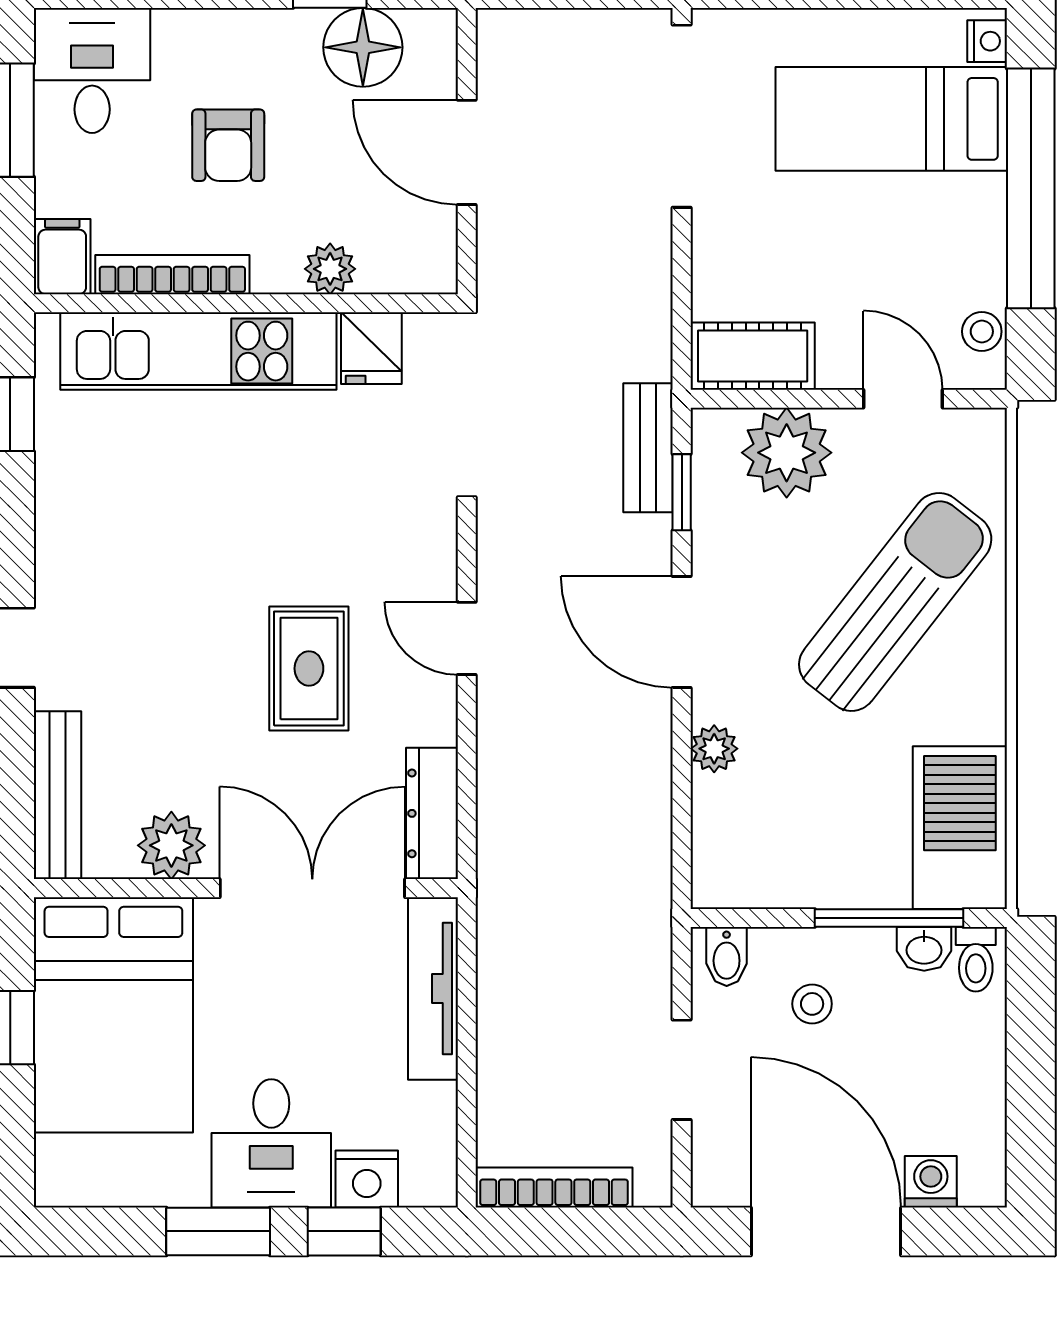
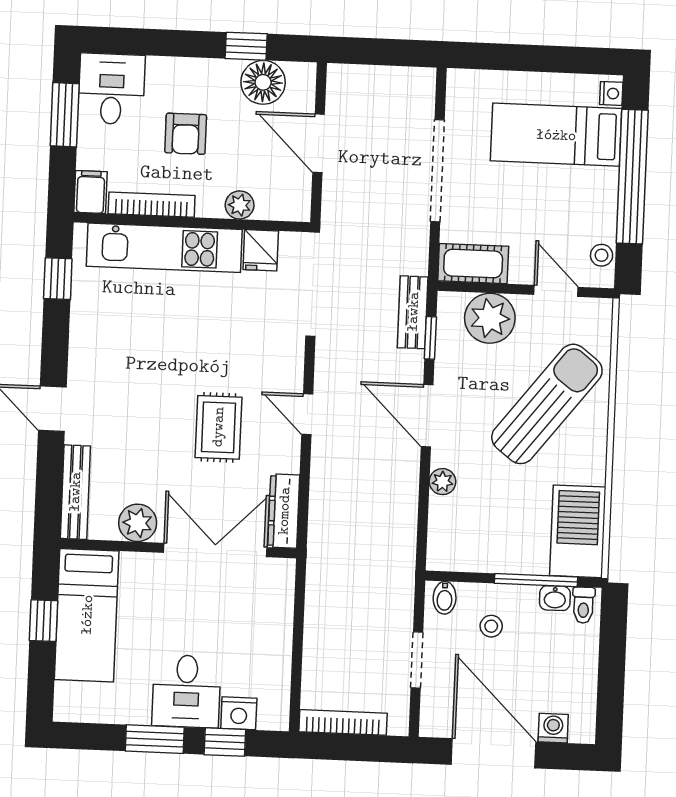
doorway: (682, 116) -> (437, 171), moved
tv unit: (433, 989) -> (280, 609), removed
bed: (113, 1015) -> (87, 615), width x0.67

